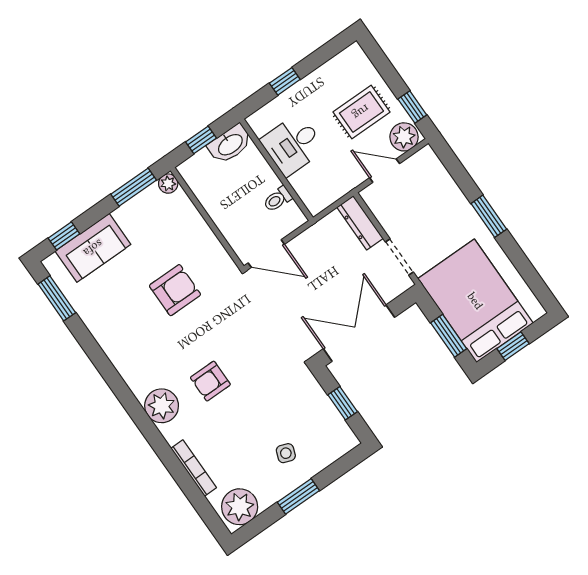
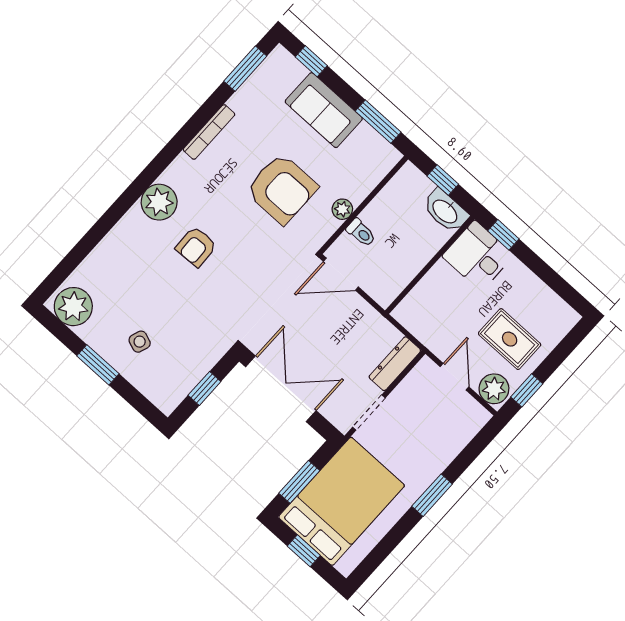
window: (285, 81) -> (503, 235), moved
desk: (293, 145) -> (478, 256), moved
plant: (168, 184) -> (342, 209), moved
toilet: (278, 199) -> (361, 233), moved, turned 180
sofa: (93, 248) -> (324, 110), moved
door: (266, 254) -> (341, 274), hinge flipped
armchair: (175, 290) -> (282, 189), width x1.36, depth x1.36
armchair: (210, 381) -> (196, 247), turned -92
bookcase: (194, 468) -> (209, 132), moved

